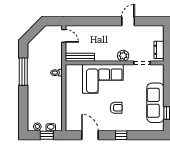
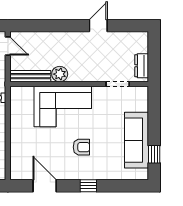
plant: (123, 56) -> (60, 74), moved

